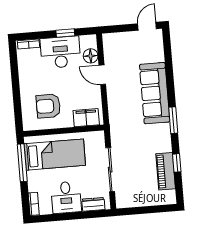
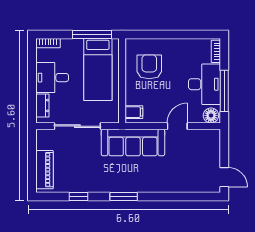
window: (65, 33) -> (224, 91), width x2.17
floor lamp: (91, 56) -> (211, 115), moved
sofa: (155, 93) -> (133, 143), moved, turned 180
filing cabinet: (86, 118) -> (134, 112), width x0.50
piano: (166, 171) -> (44, 170), moved, turned 90

